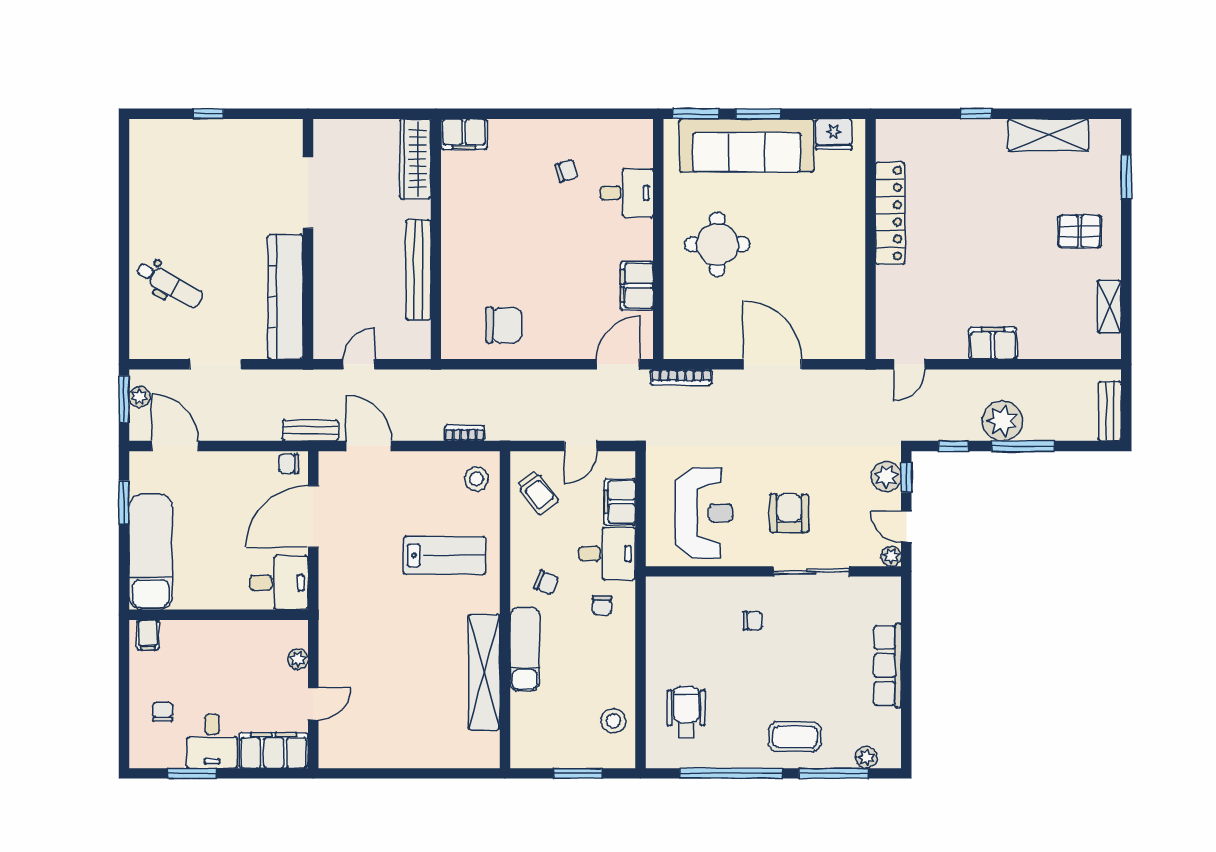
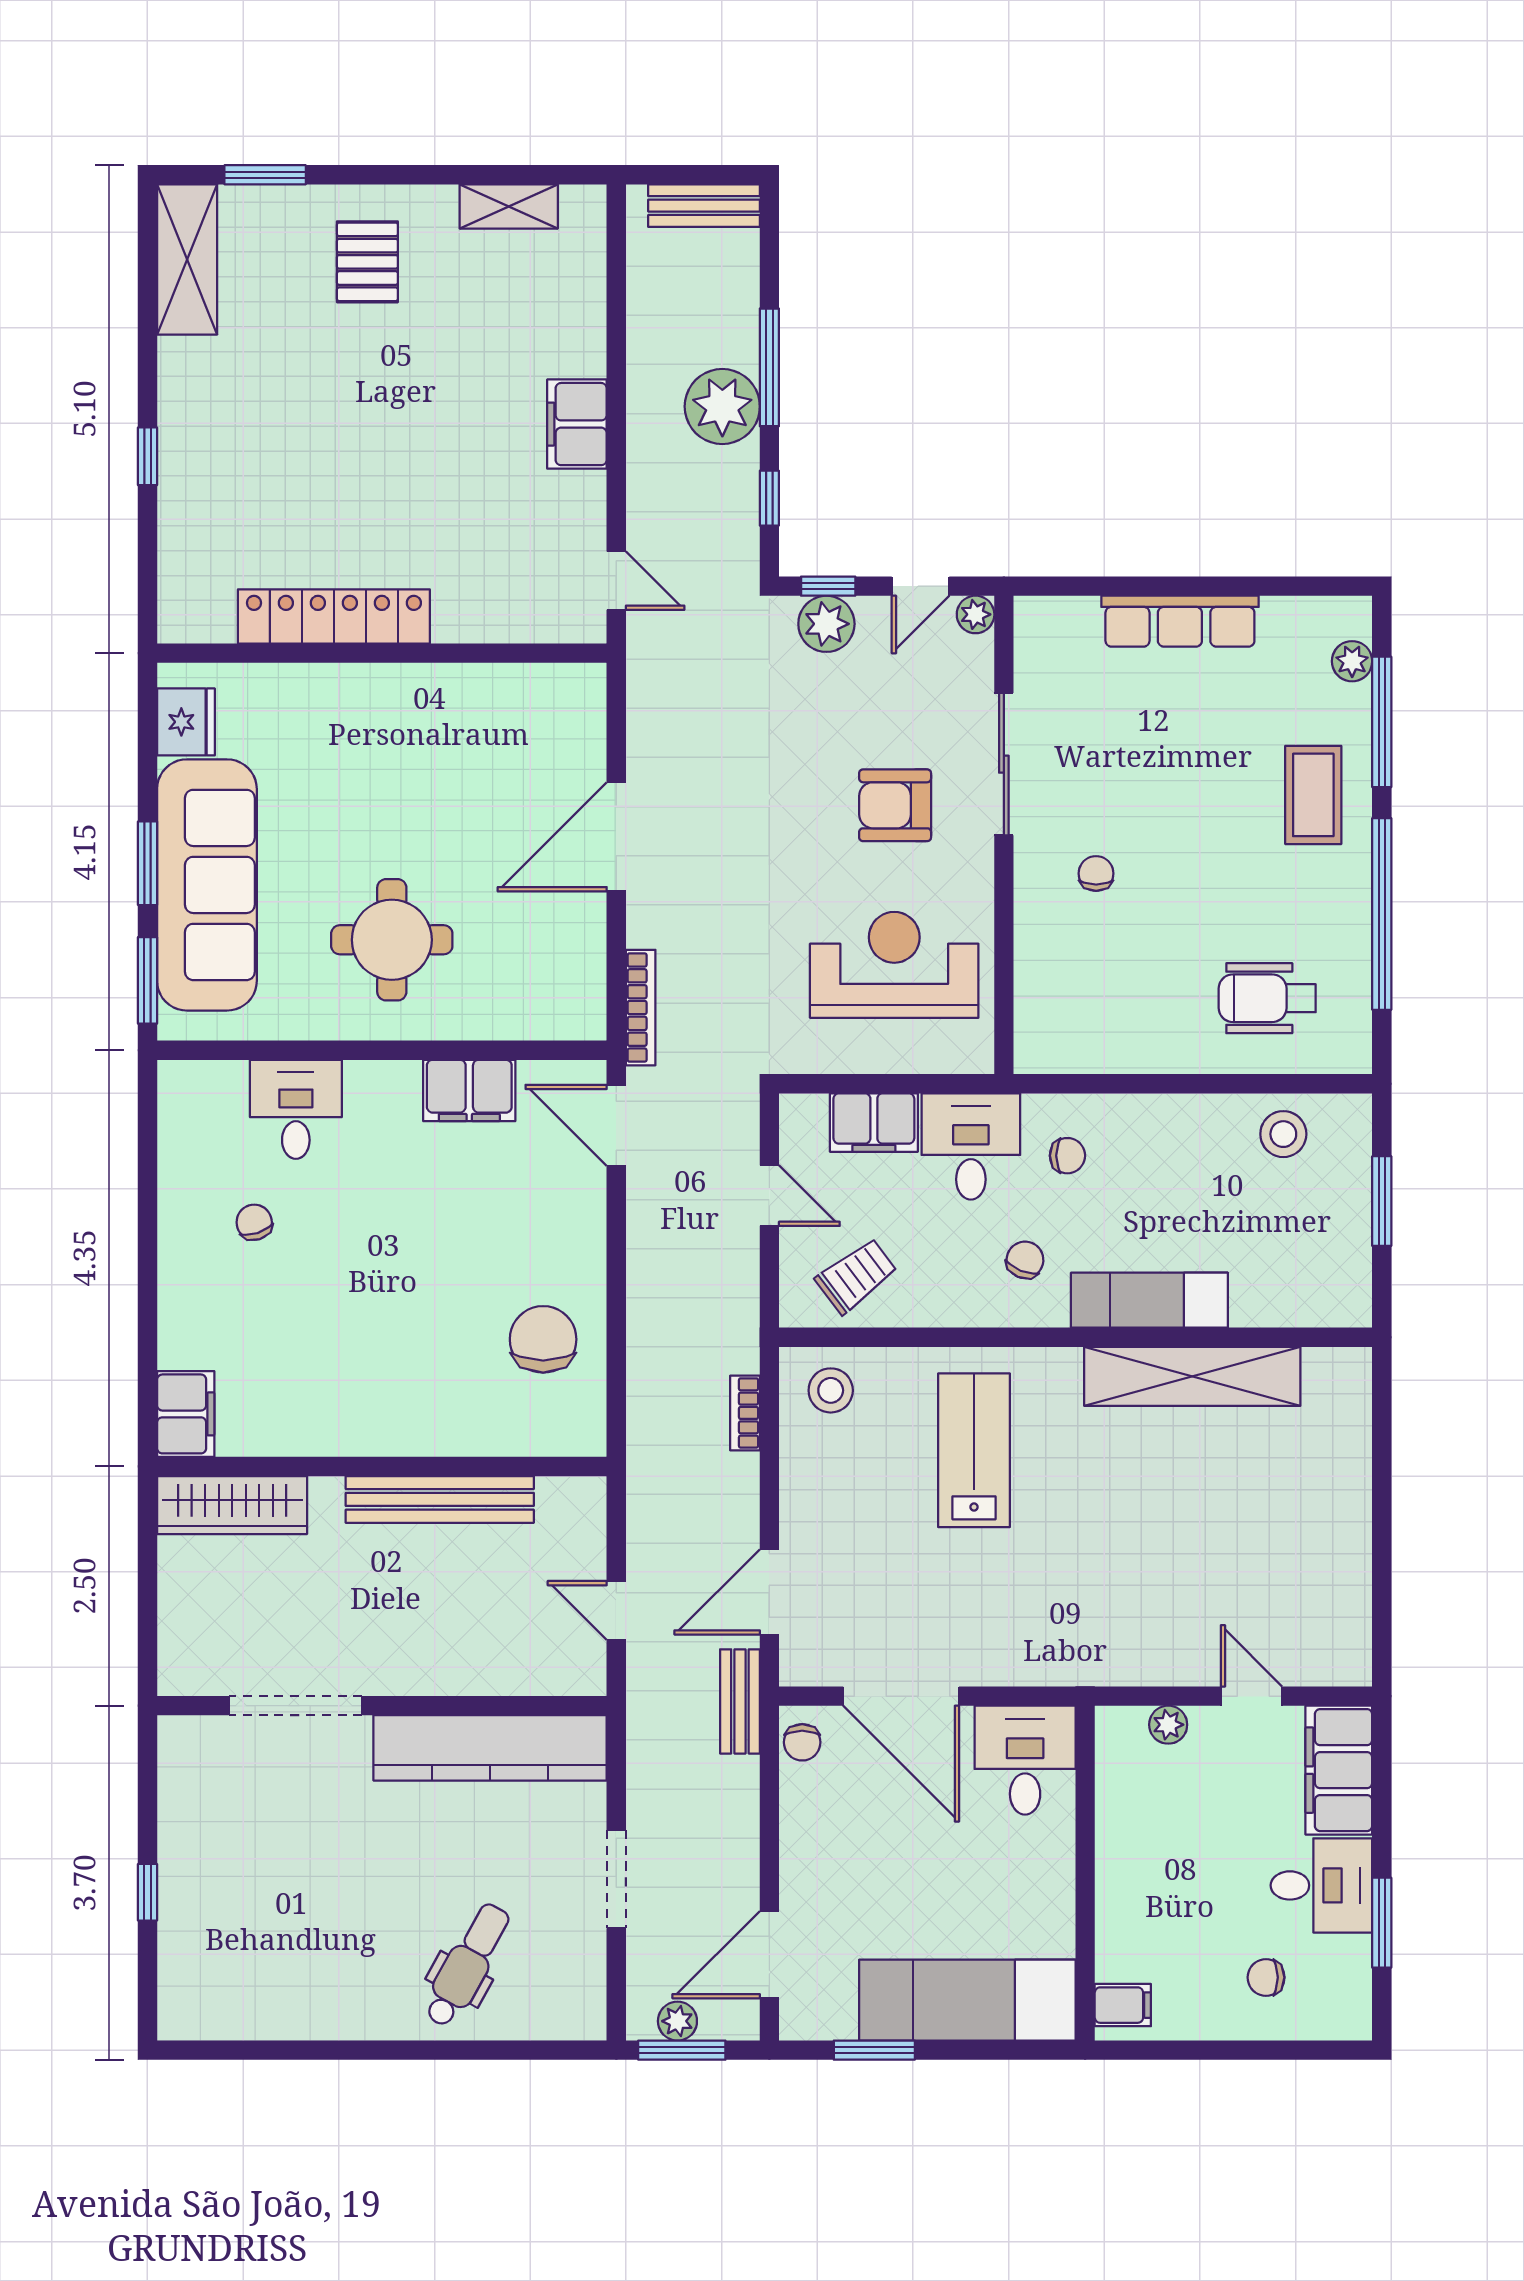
shelving: (1048, 135) -> (187, 259), moved

